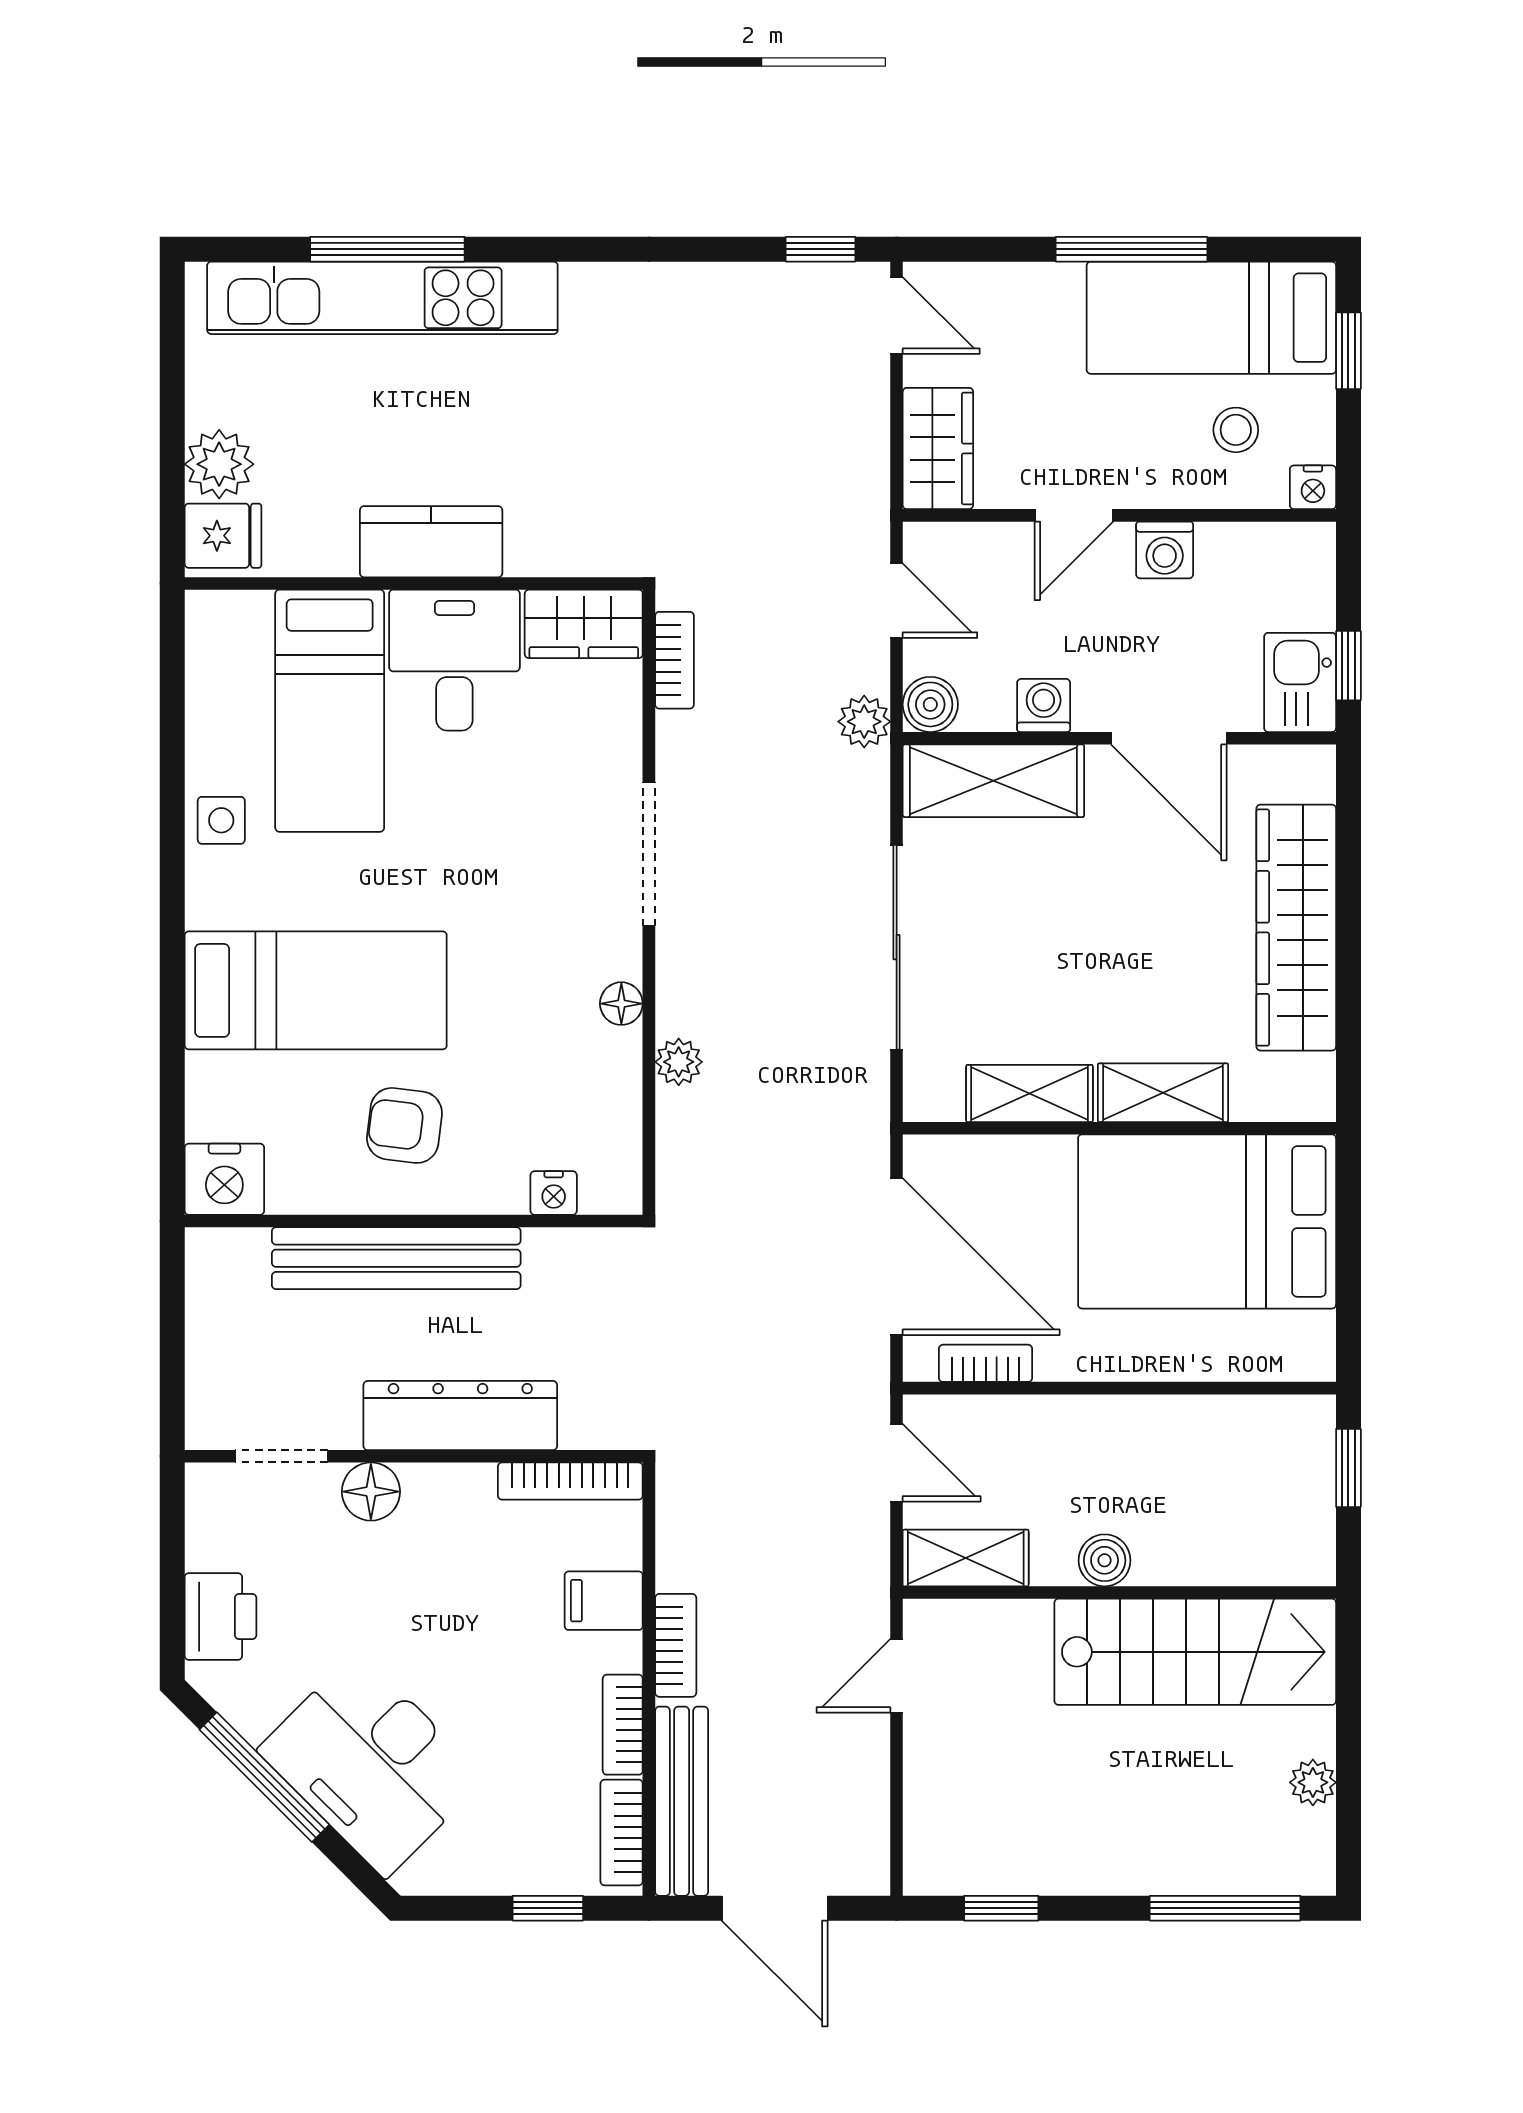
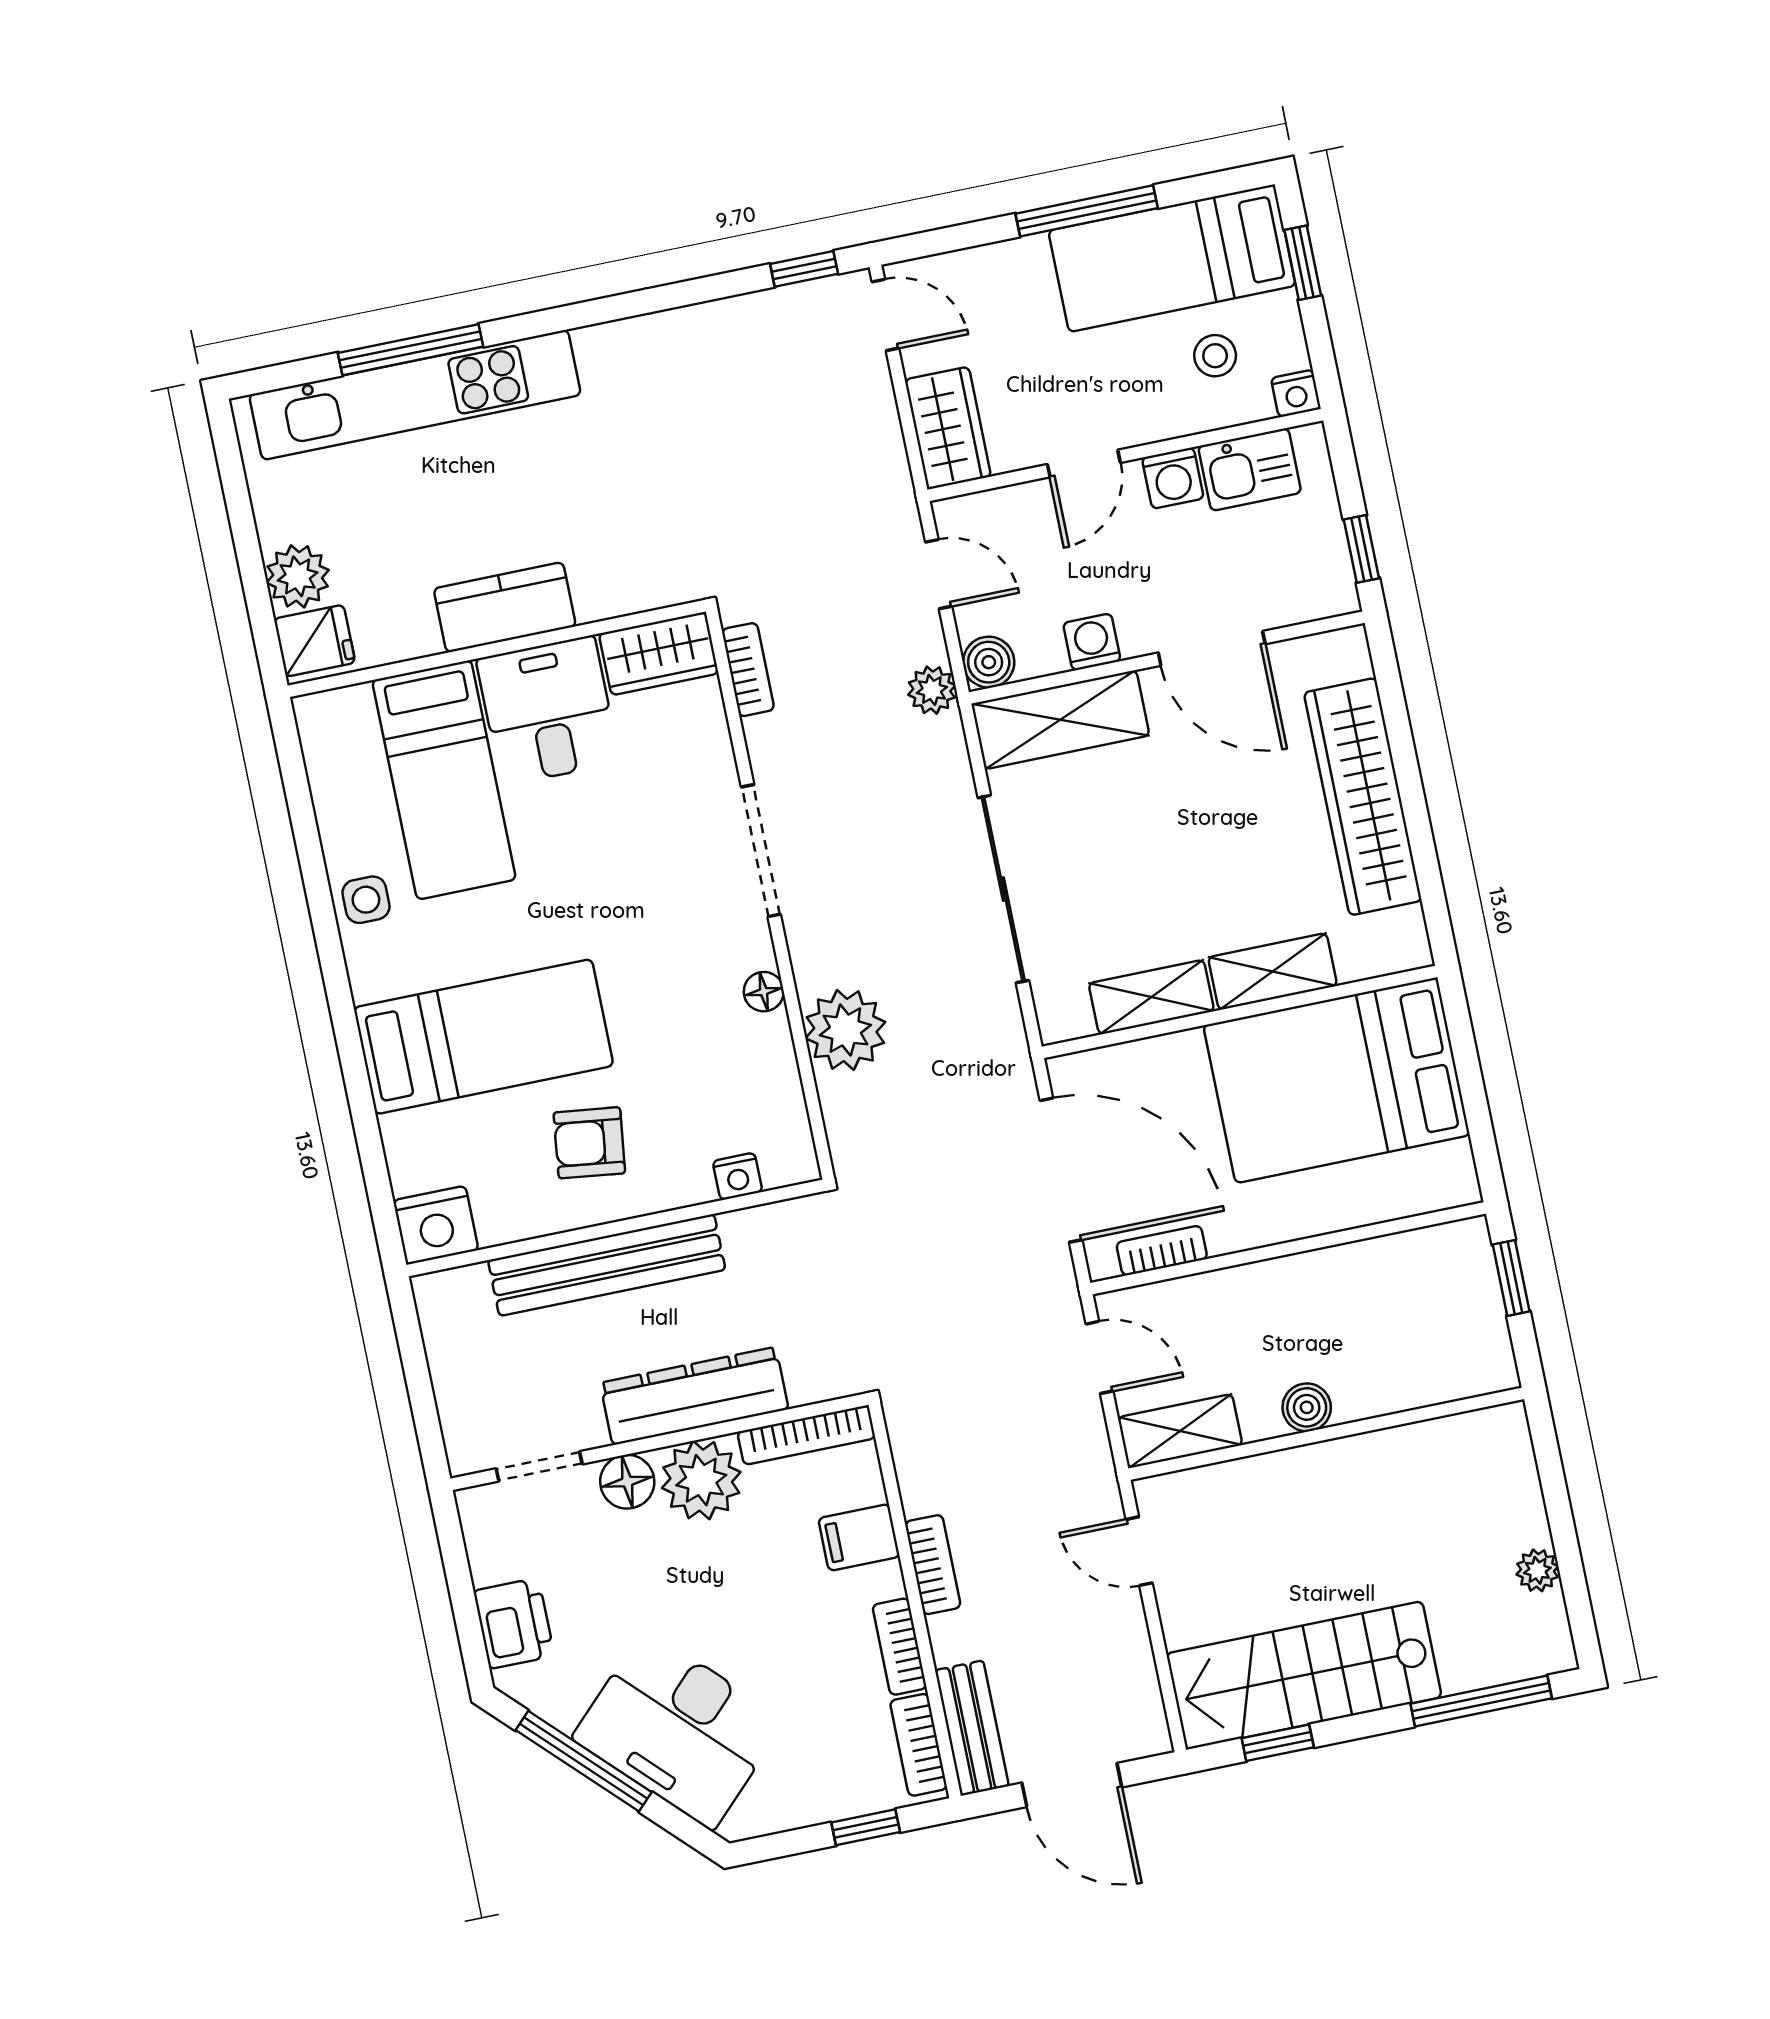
kitchen sink: (1300, 682) -> (1250, 469), moved, turned -90
plant: (679, 1062) -> (845, 1030), width x1.88, depth x1.88
plant: (449, 1506) -> (701, 1480), added
stairs: (1195, 1652) -> (1304, 1675), moved, turned 180
door: (897, 1676) -> (1139, 1551), hinge flipped
bench: (682, 1801) -> (972, 1728), width x0.73

